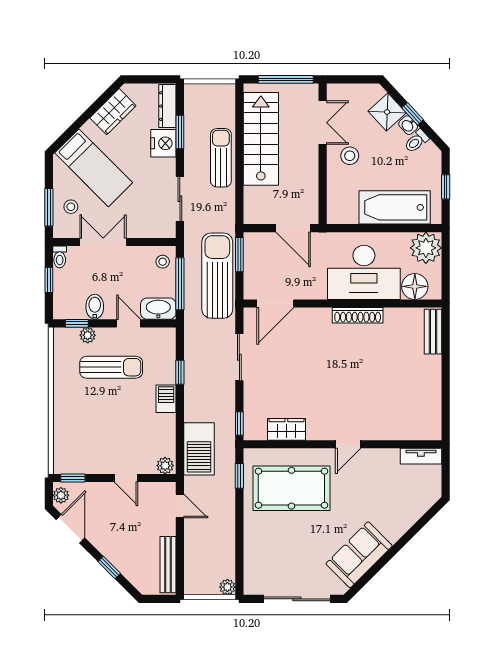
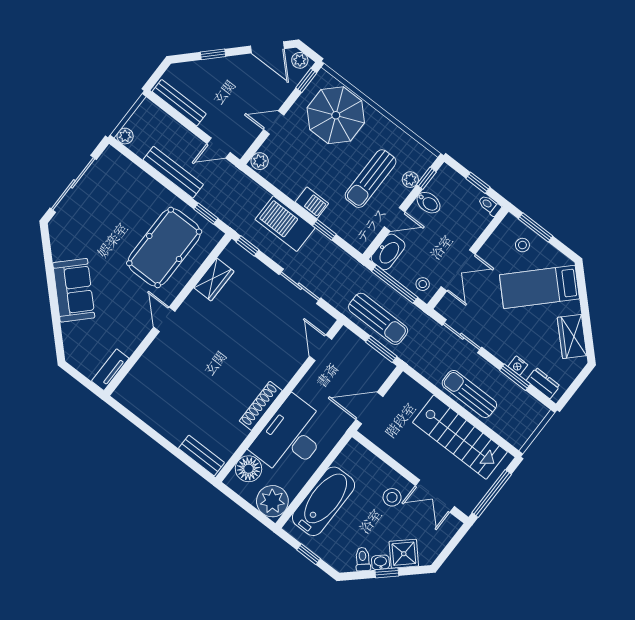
dresser: (167, 106) -> (543, 383), width x0.70
nightstand: (163, 143) -> (518, 366), width x0.53, depth x0.56
sun lounger: (221, 158) -> (469, 394), turned 180
double door: (103, 242) -> (458, 270), moved
sun lounger: (217, 276) -> (378, 319), width x0.73, depth x0.75
door: (275, 303) -> (320, 348), width x0.73
parasol: (82, 433) -> (336, 115), added
barbecue: (199, 449) -> (285, 224), moved
bench: (227, 527) -> (173, 172), added
sofa: (359, 555) -> (74, 290), moved

